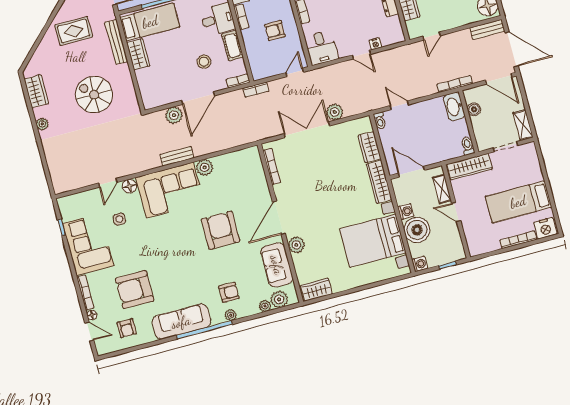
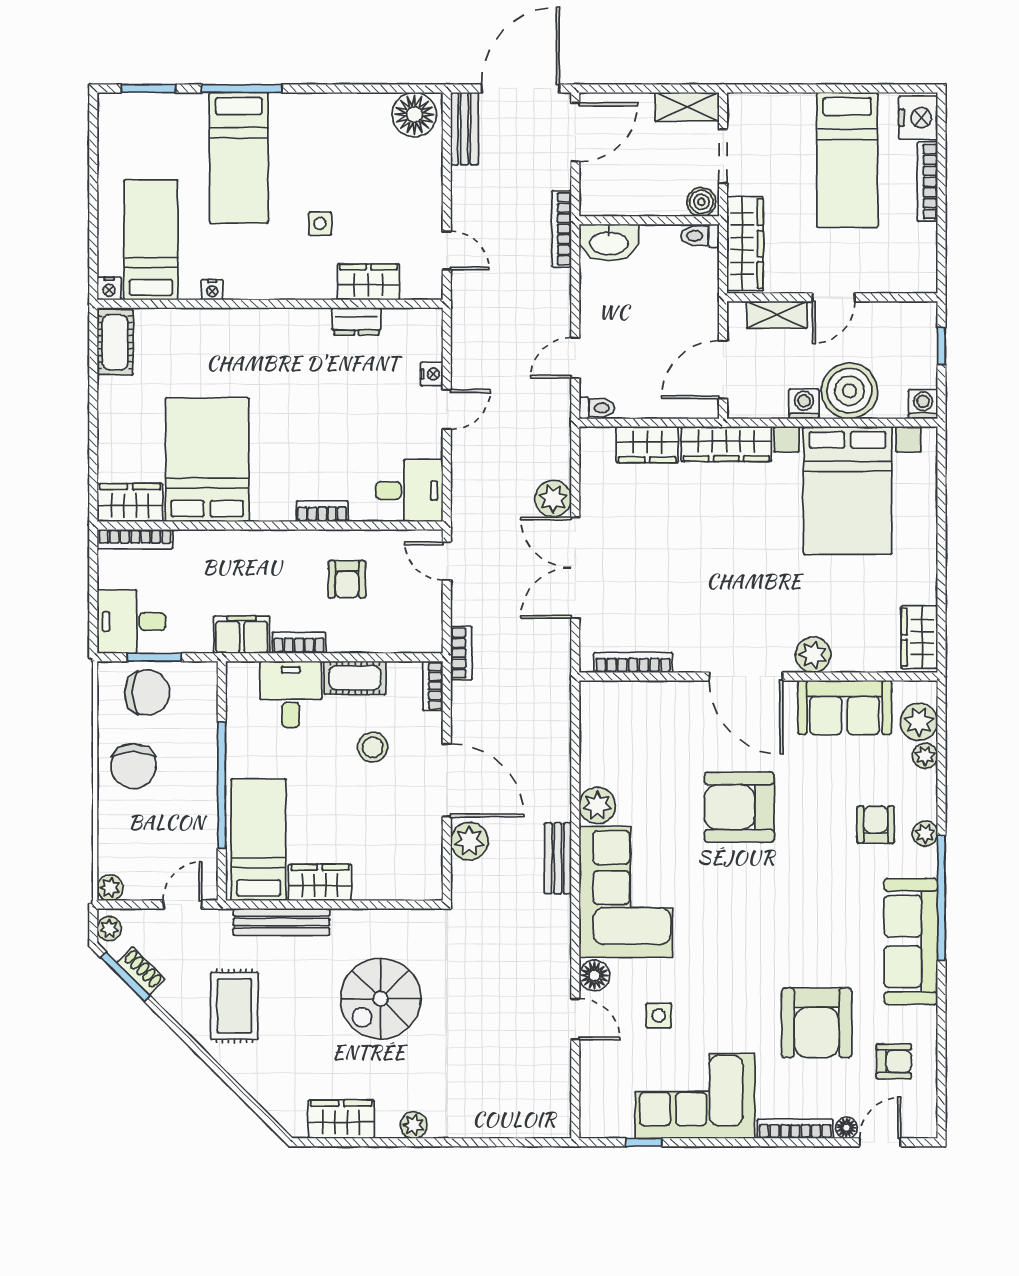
boiler: (474, 109) -> (701, 202), moved

